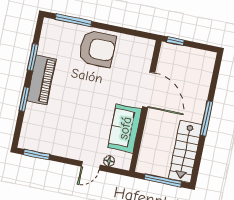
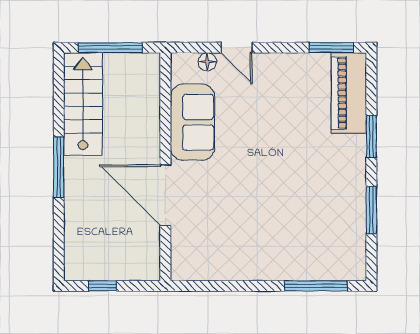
window: (175, 41) -> (103, 286), moved
armchair: (97, 49) -> (266, 246), removed
piano: (41, 80) -> (349, 93), moved
door: (91, 166) -> (237, 48), swing flipped

